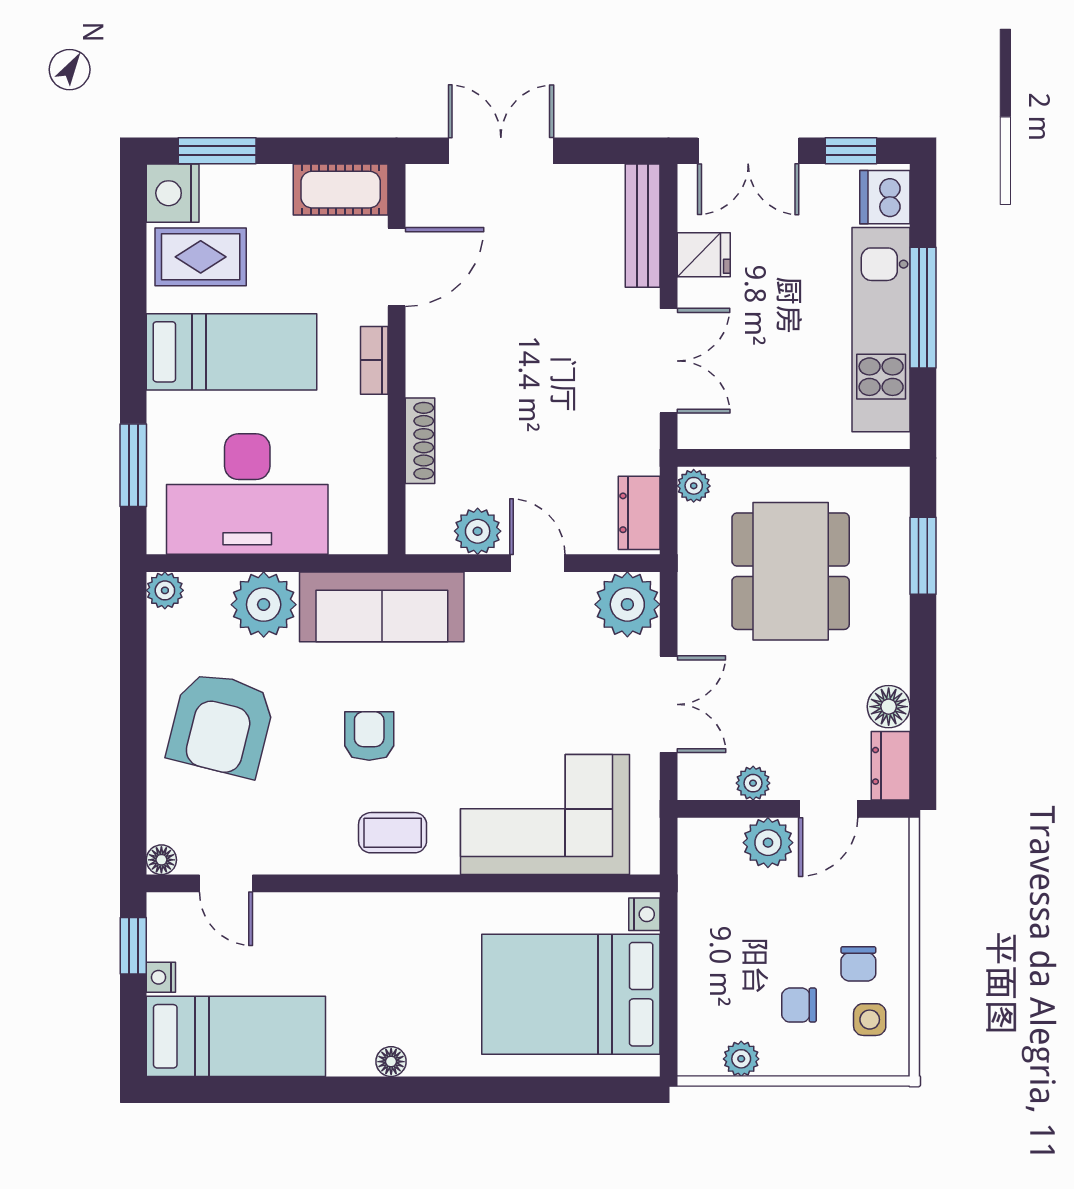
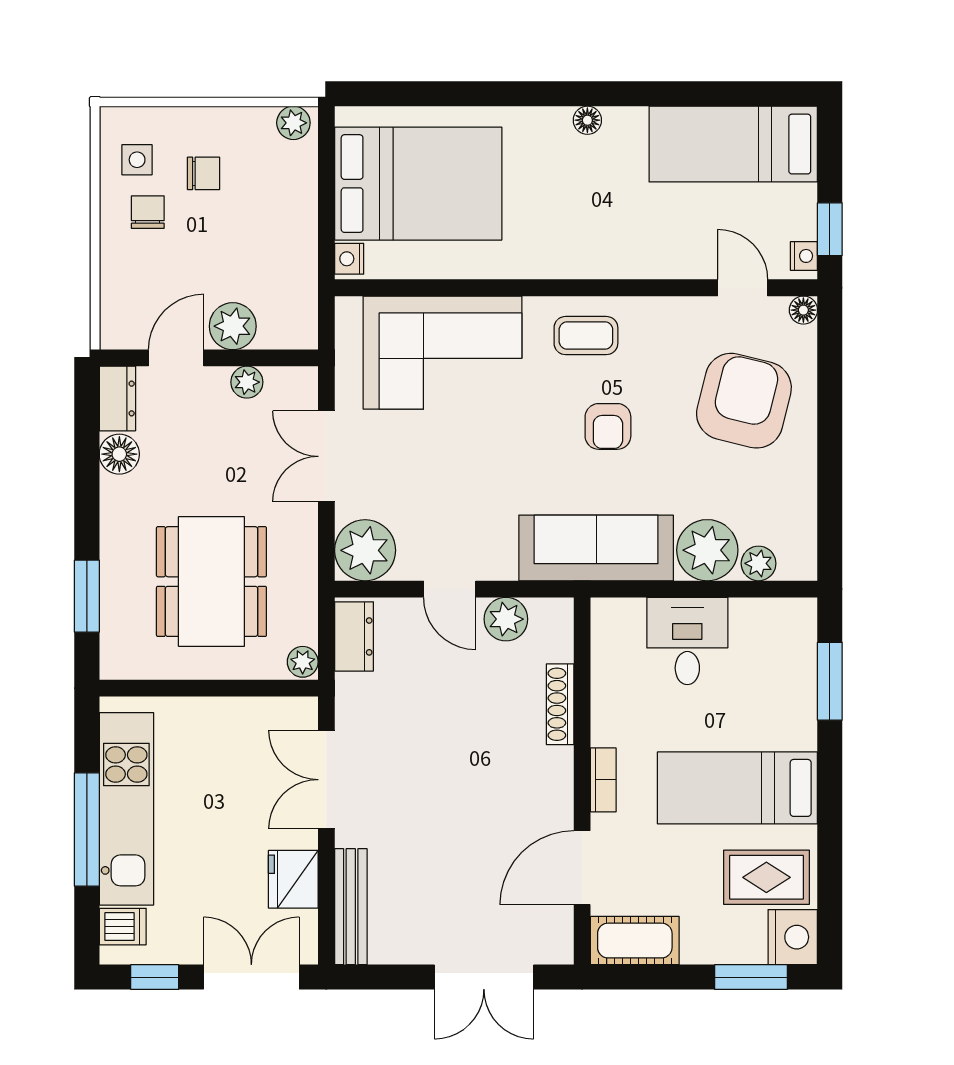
dishwasher: (885, 197) -> (123, 927), width x0.73
fridge: (704, 255) -> (293, 879), width x1.38
desk: (247, 494) -> (687, 641), width x0.53, depth x0.77
plant: (165, 590) -> (759, 563), moved
armchair: (221, 724) -> (744, 401), moved
nightstand: (161, 977) -> (804, 256), moved
plant: (741, 1059) -> (293, 123), moved

